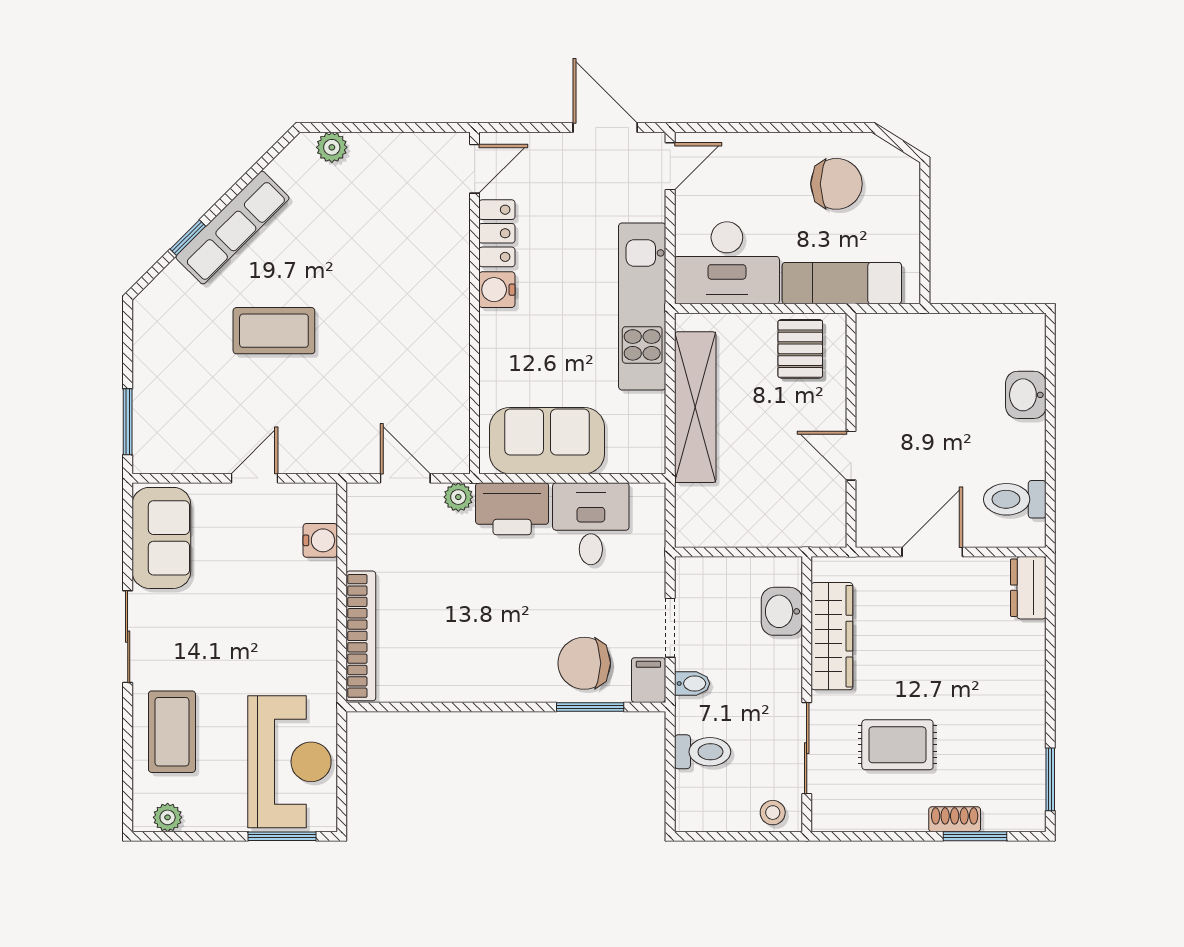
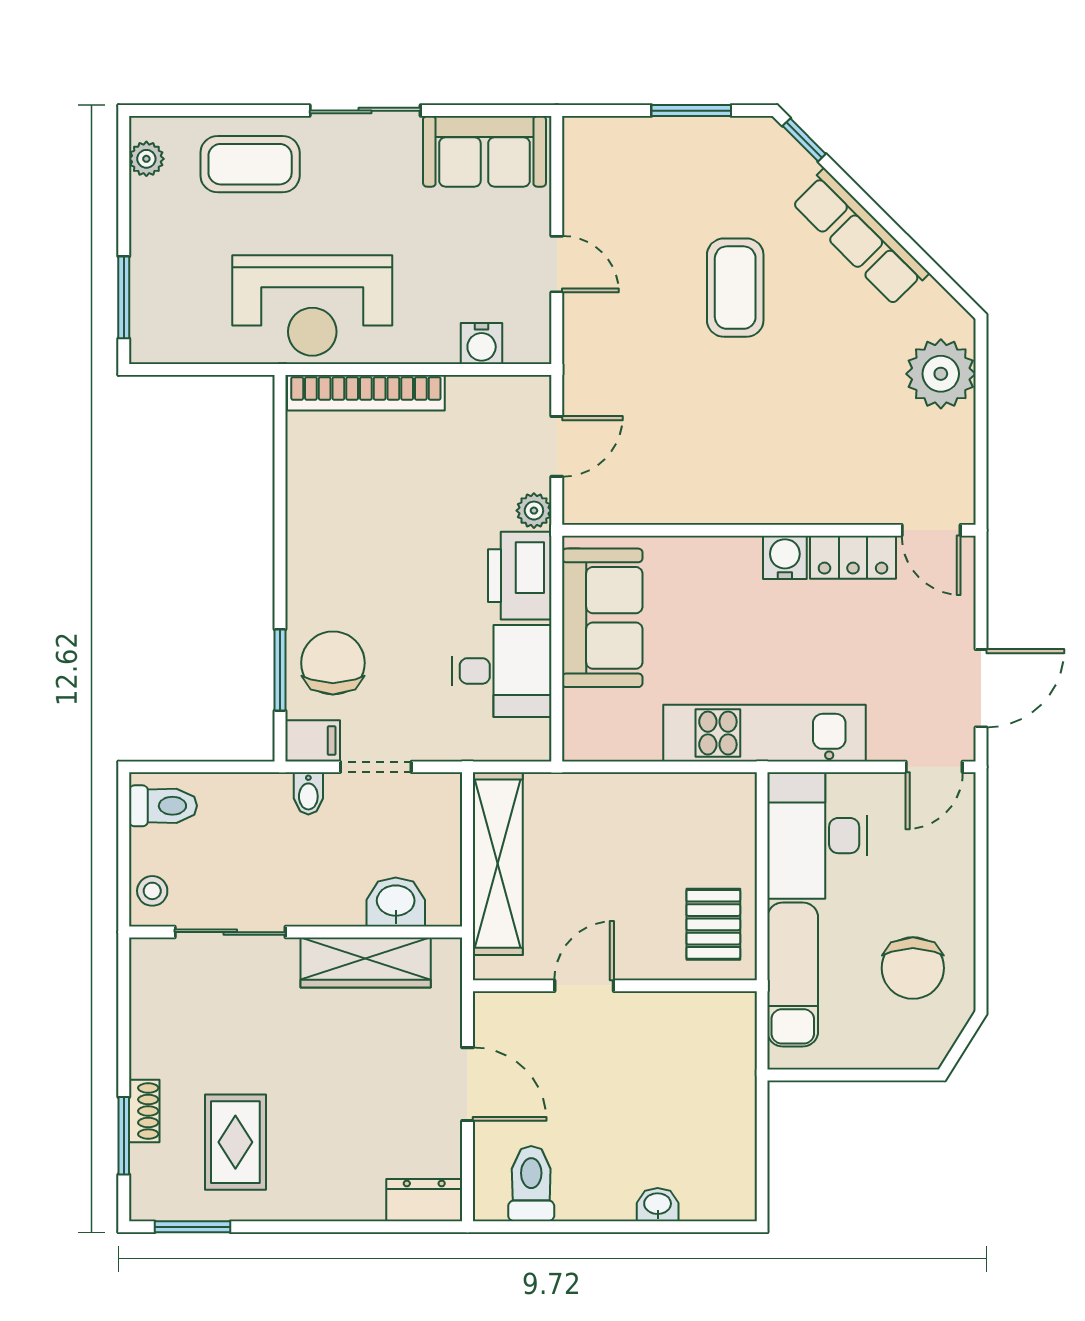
plant: (332, 147) -> (941, 374), width x1.87, depth x1.87
door: (670, 166) -> (934, 767), hinge flipped
window: (188, 238) -> (804, 140), moved
pallet: (800, 349) -> (713, 924), turned 90
washbasin: (1026, 395) -> (658, 1205), width x0.72, depth x0.69
shelving: (695, 407) -> (498, 864), moved, turned 90
window: (128, 422) -> (691, 111), moved
rug: (897, 745) -> (235, 1142), moved
toilet: (703, 752) -> (163, 806), moved, turned -90
reception desk: (289, 762) -> (312, 306), moved

